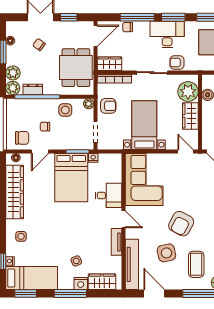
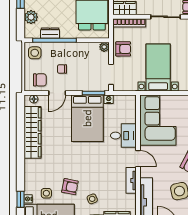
plant: (13, 88) -> (31, 32), removed
side table: (65, 110) -> (35, 53), moved
side table: (21, 236) -> (46, 193), moved
armchair: (53, 248) -> (70, 187), added

